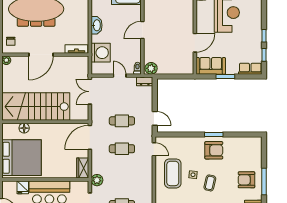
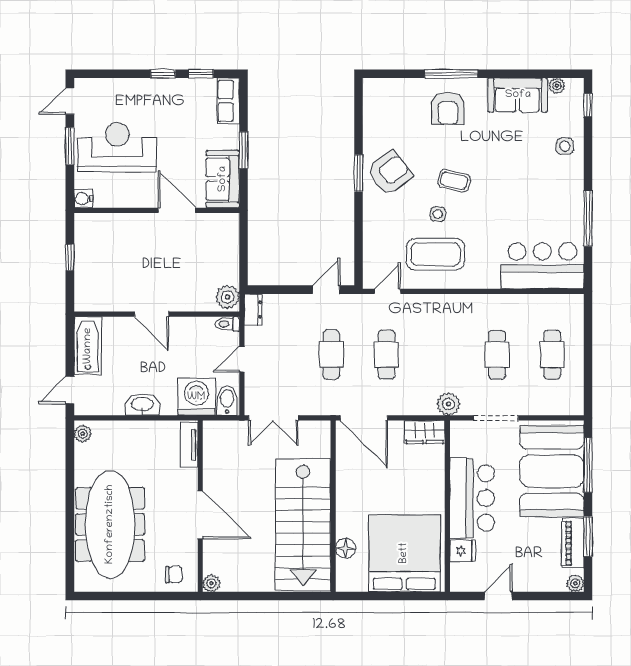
bidet: (99, 68) -> (227, 401), added
armchair: (214, 150) -> (390, 173), turned 52

